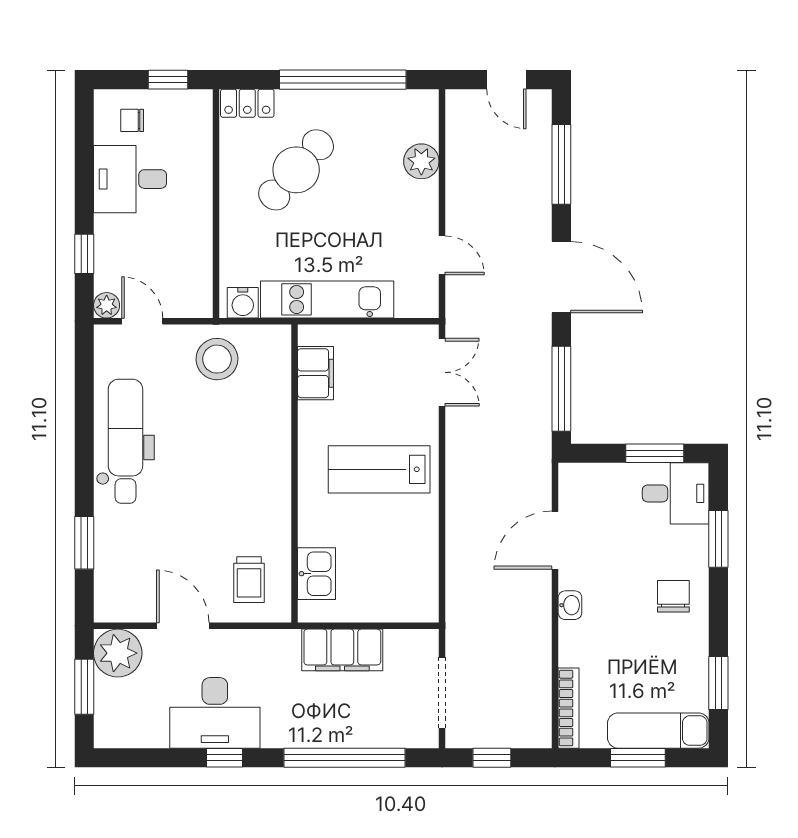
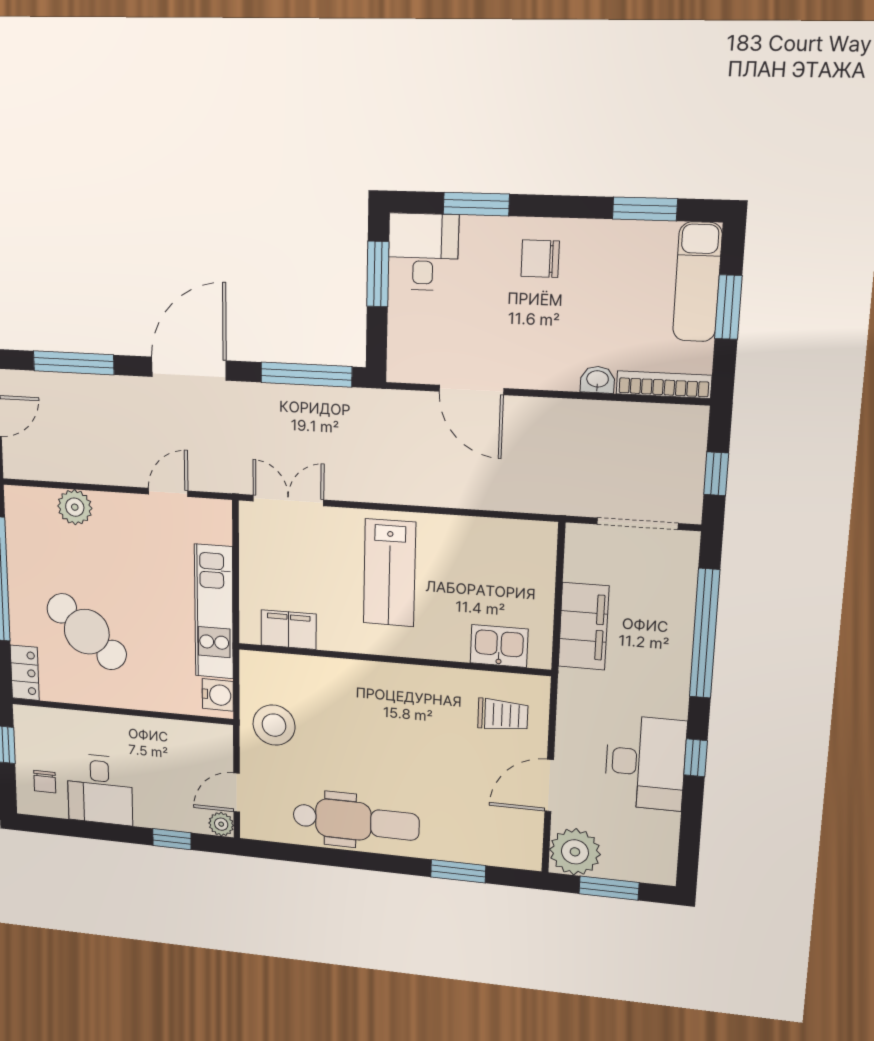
dental chair: (125, 441) -> (356, 821), turned 180
washbasin: (570, 605) -> (598, 380), moved

